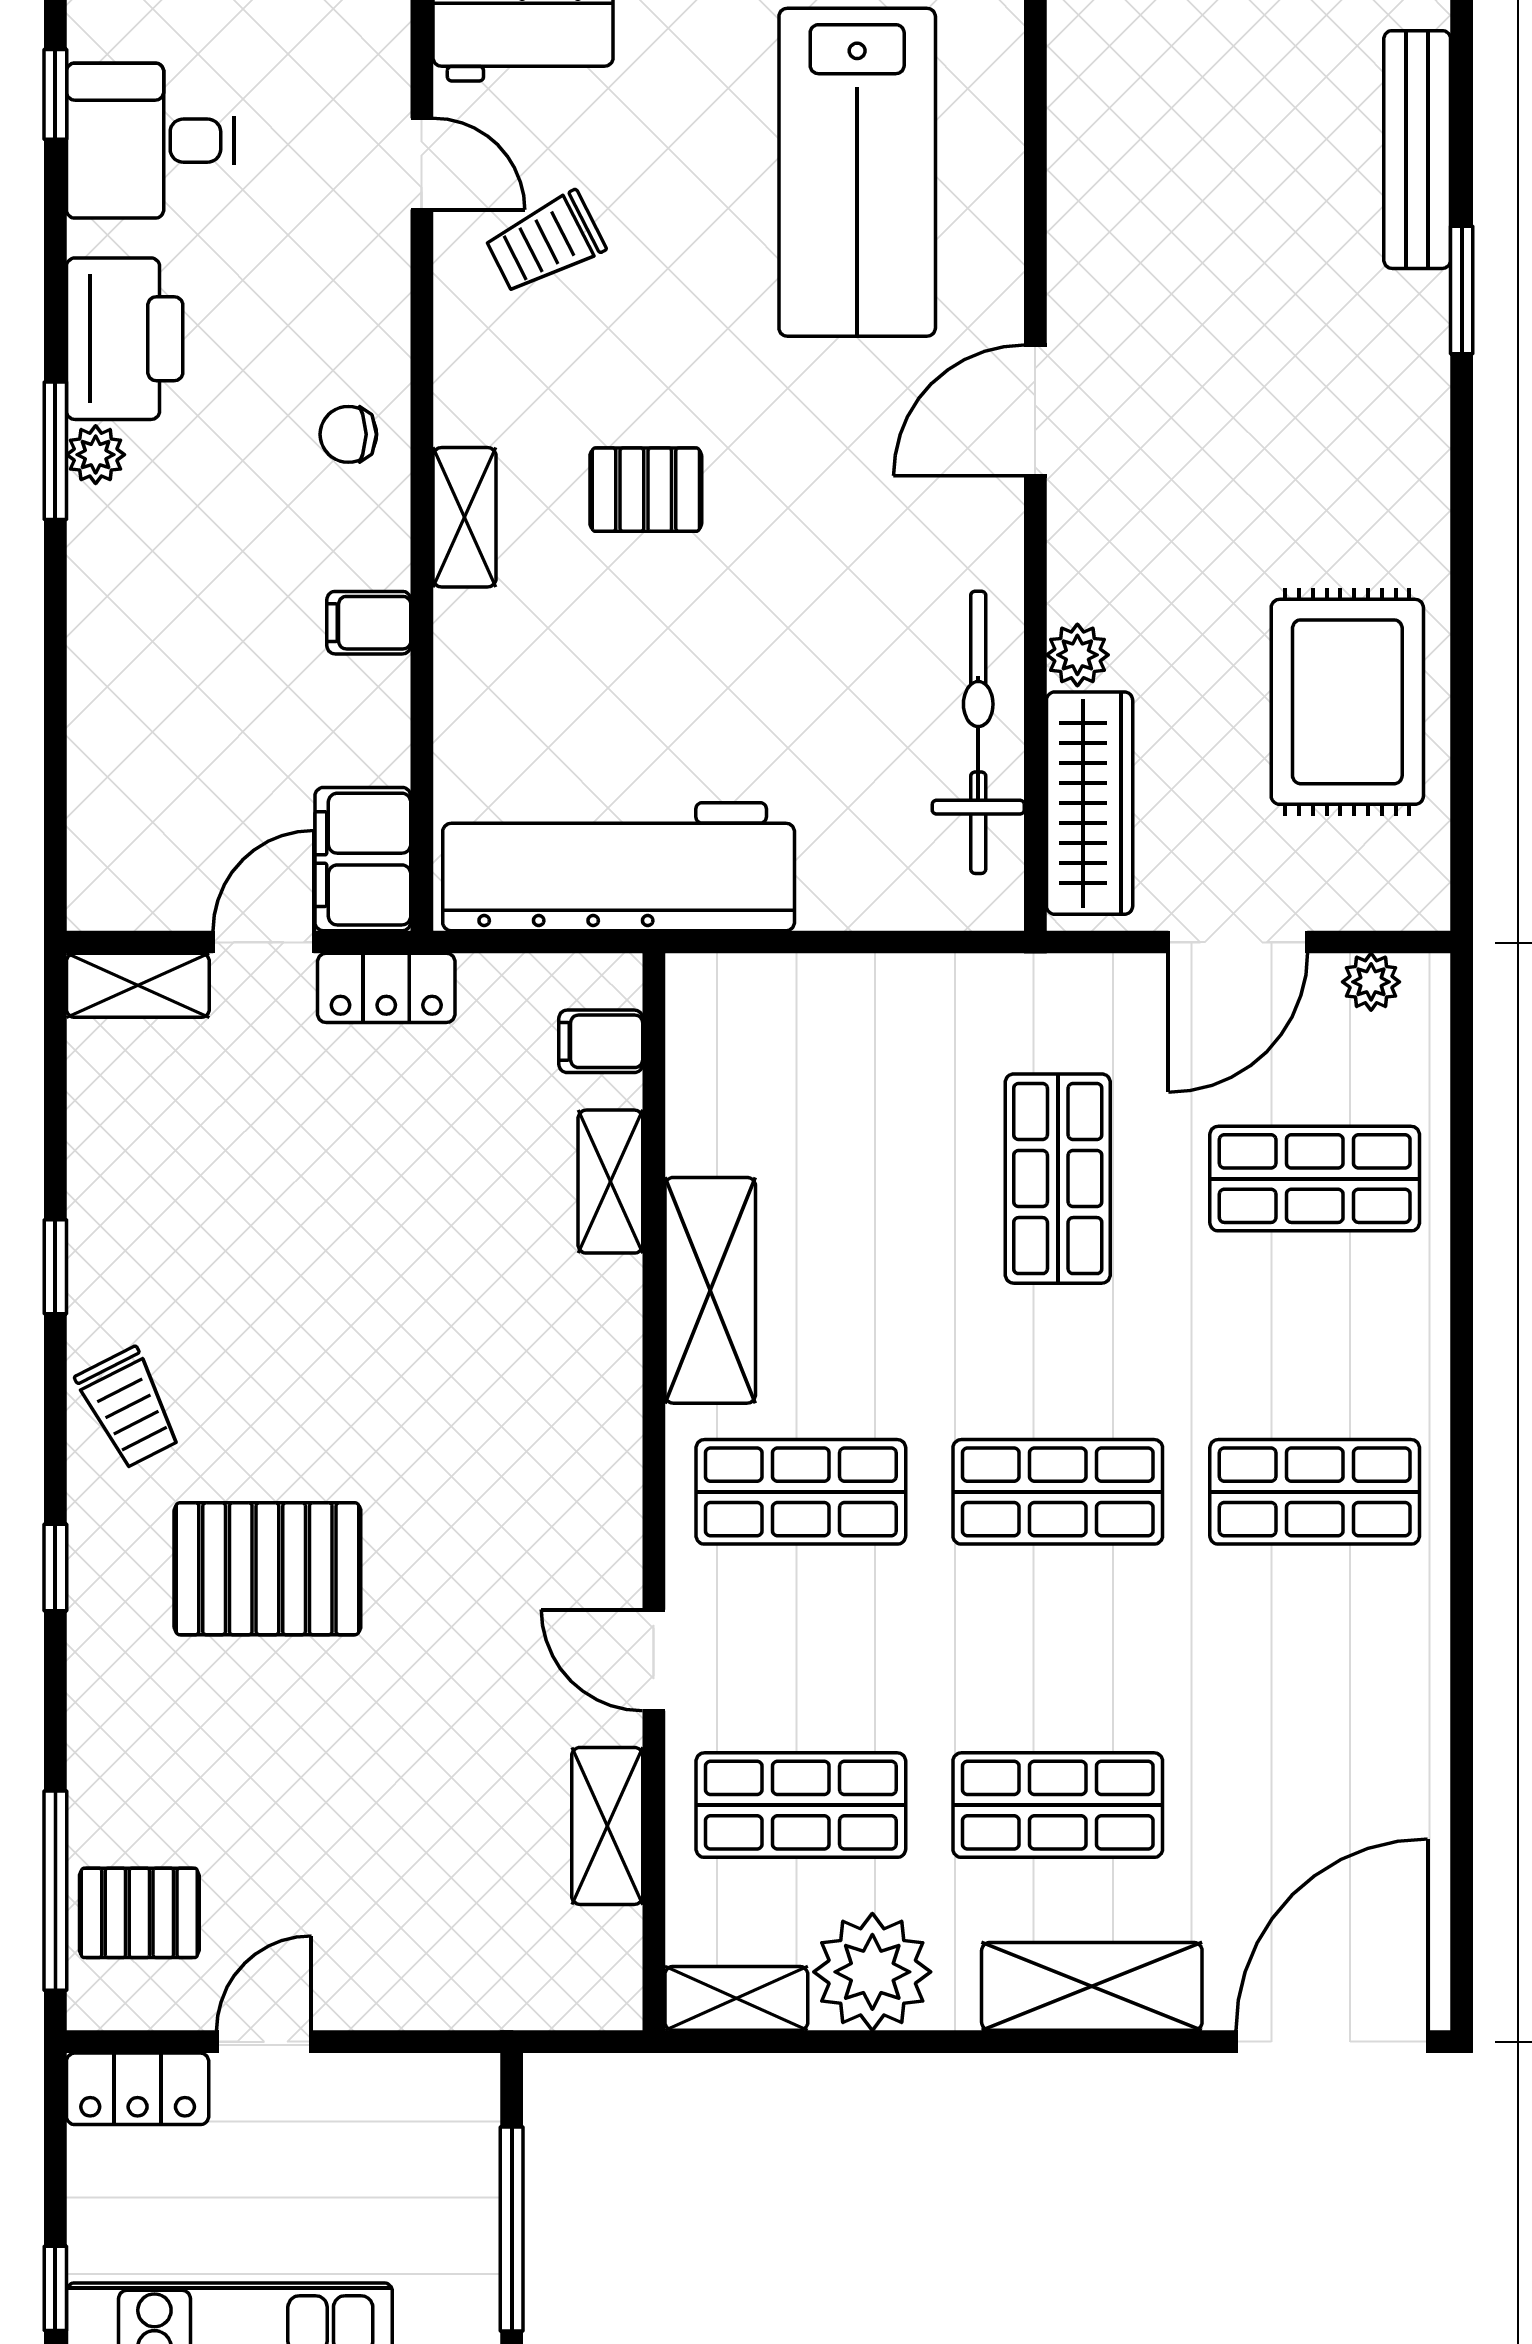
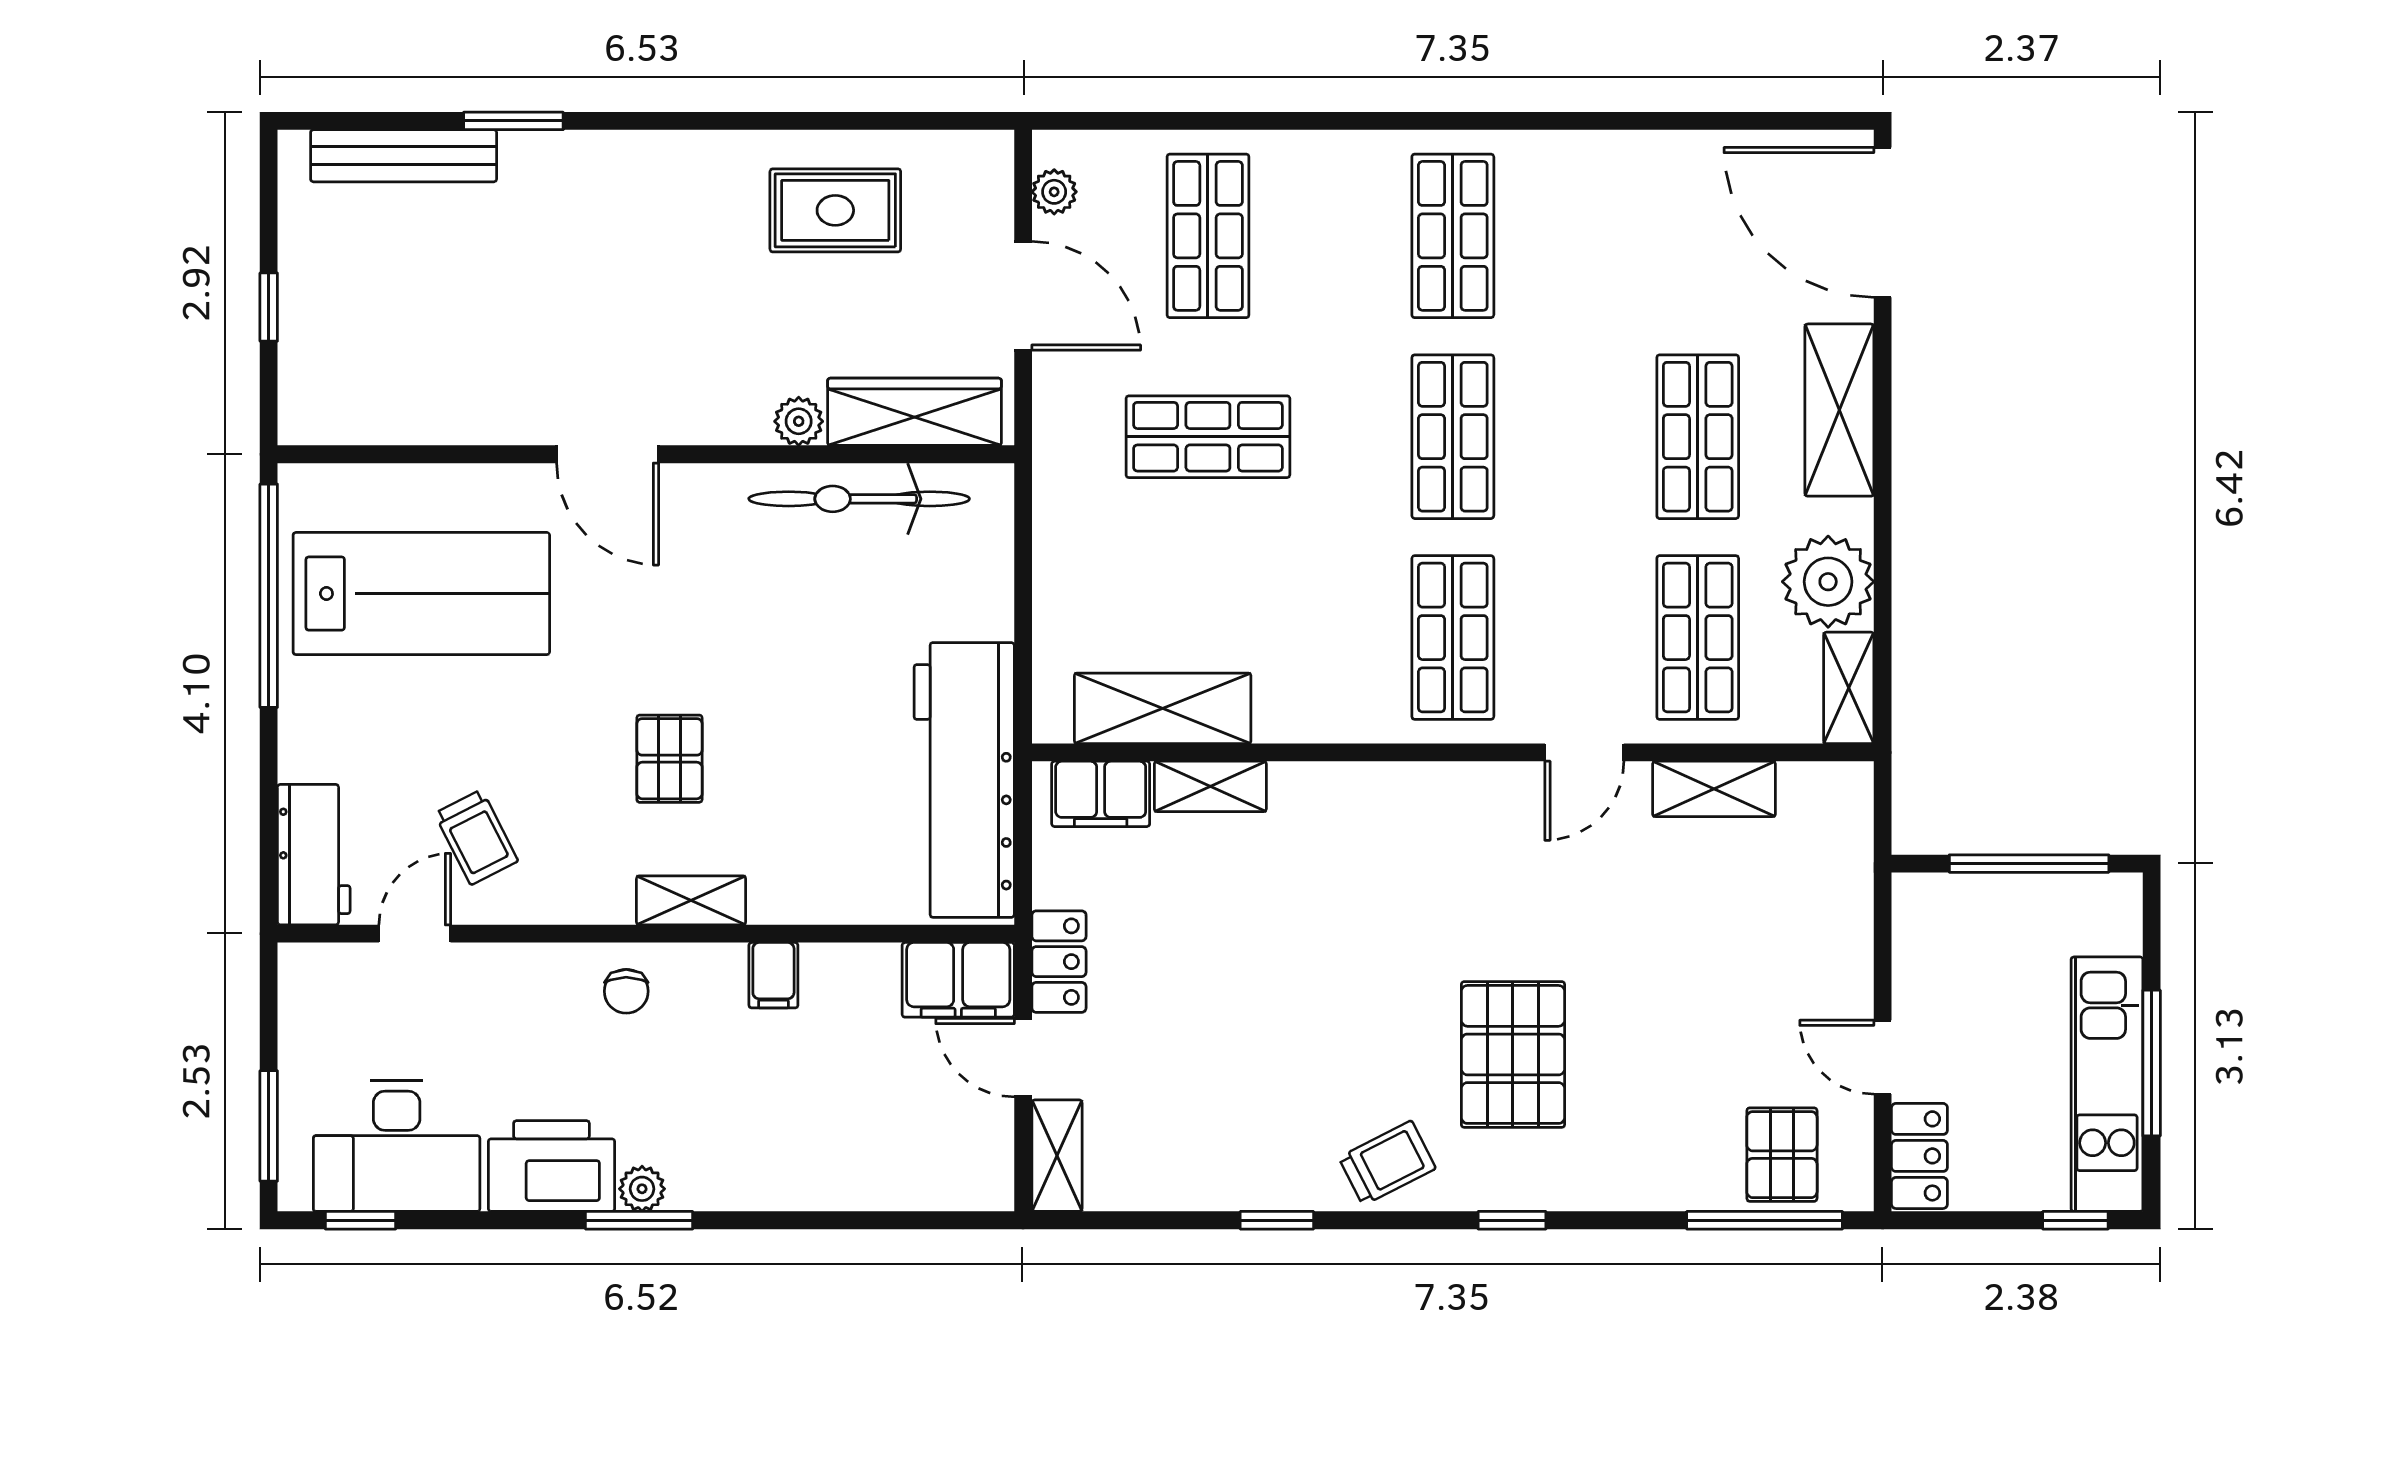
desk: (150, 141) -> (397, 1146), width x1.37
rug: (1347, 702) -> (835, 210), width x0.73, depth x0.70
filing cabinet: (601, 1041) -> (1101, 794), width x2.00
shelving: (710, 1290) -> (1163, 708), moved

